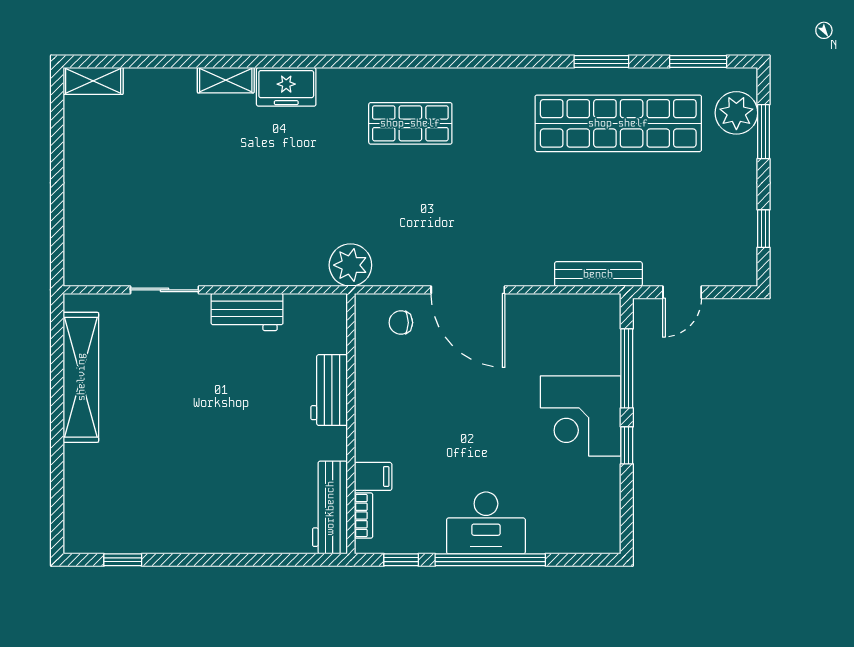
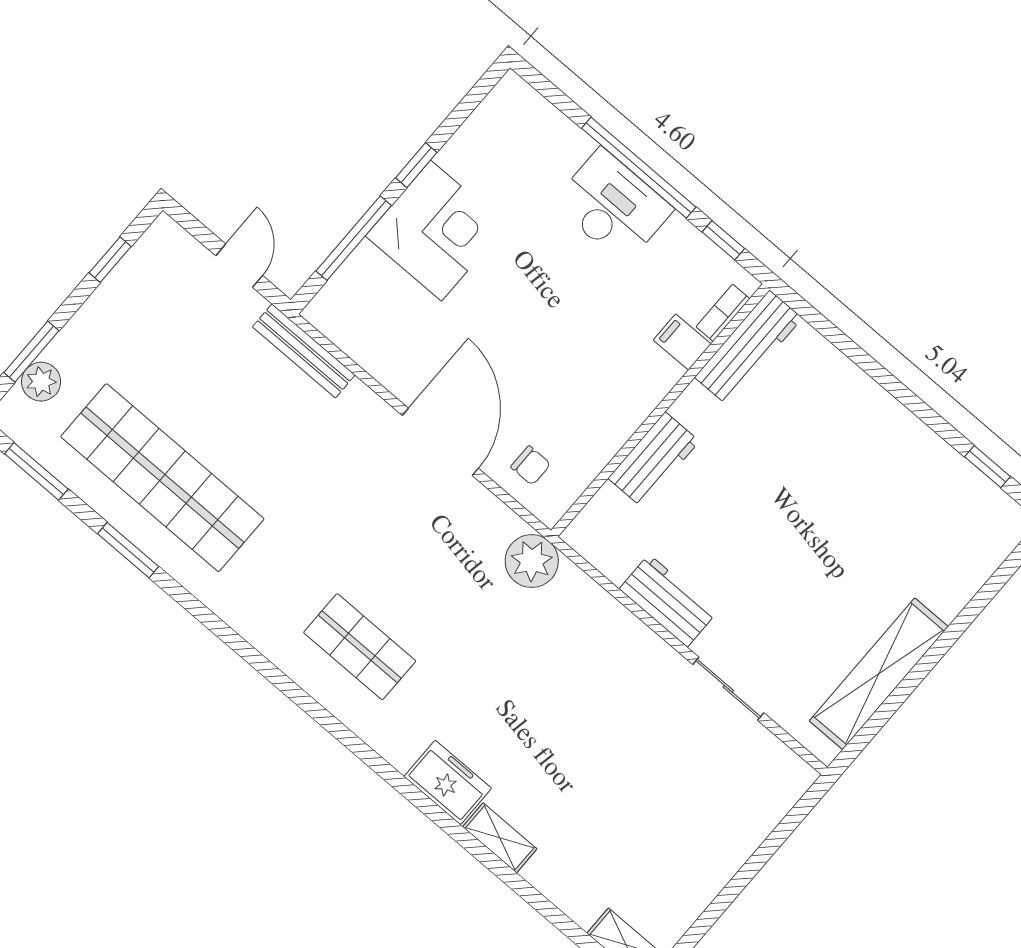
plant: (736, 113) -> (41, 382), width x0.73, depth x0.73
door: (682, 292) -> (239, 266), hinge flipped

